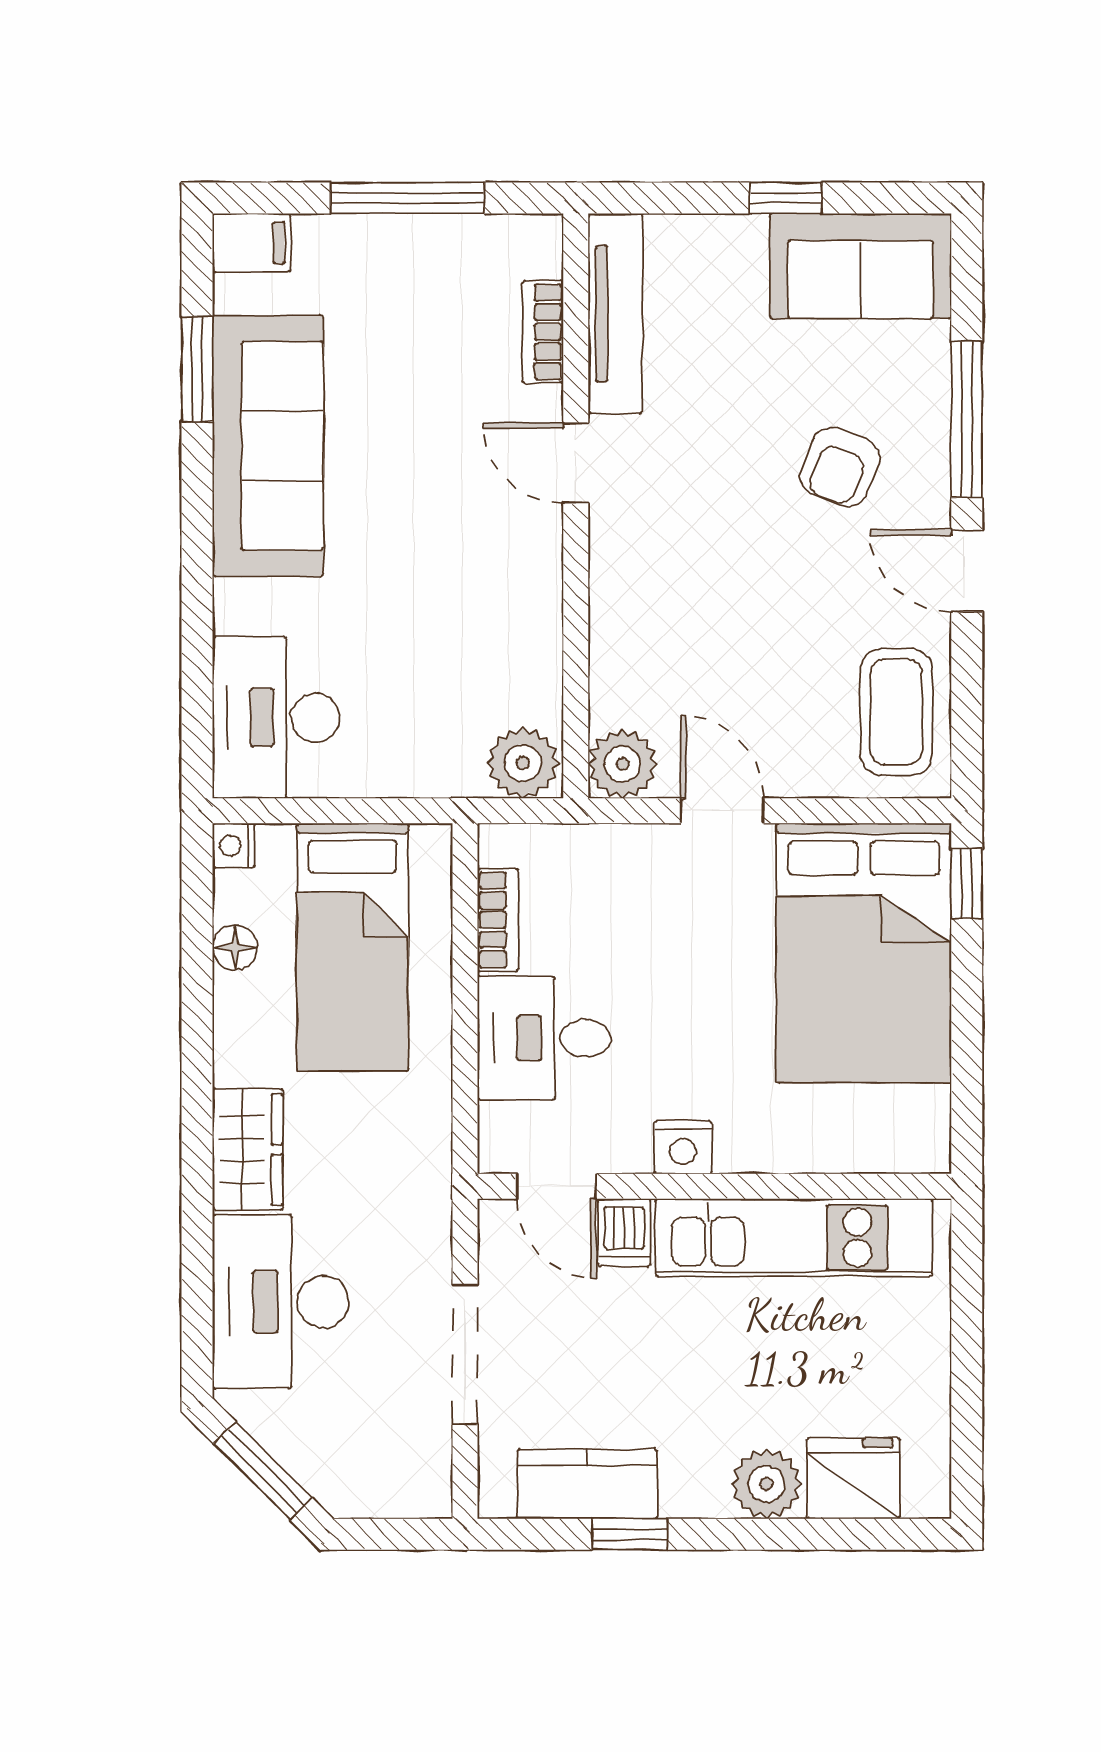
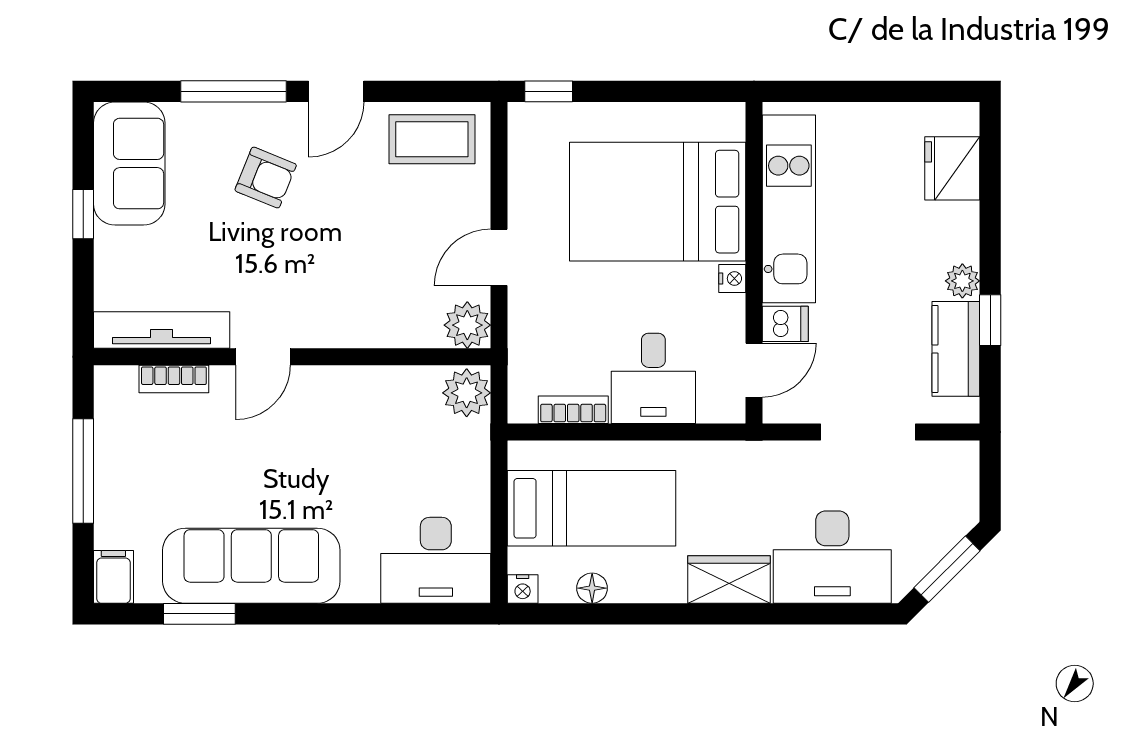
bed: (864, 953) -> (658, 202), moved, turned 180
nightstand: (683, 1147) -> (732, 279), width x0.72, depth x0.74
plant: (767, 1484) -> (962, 281), moved, width x0.73, depth x0.73

